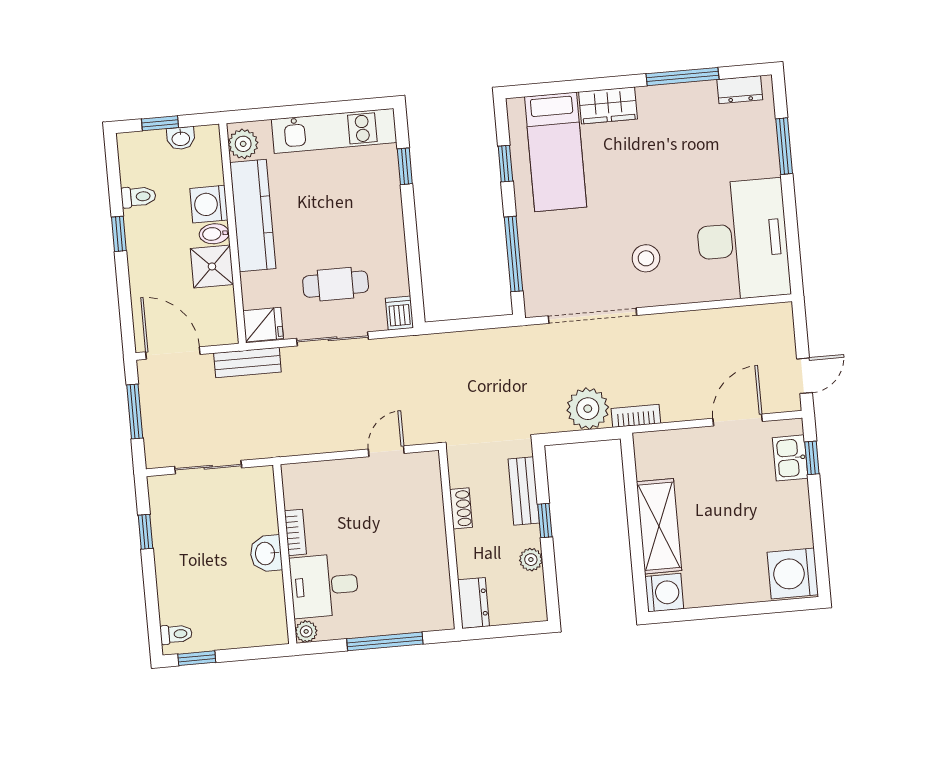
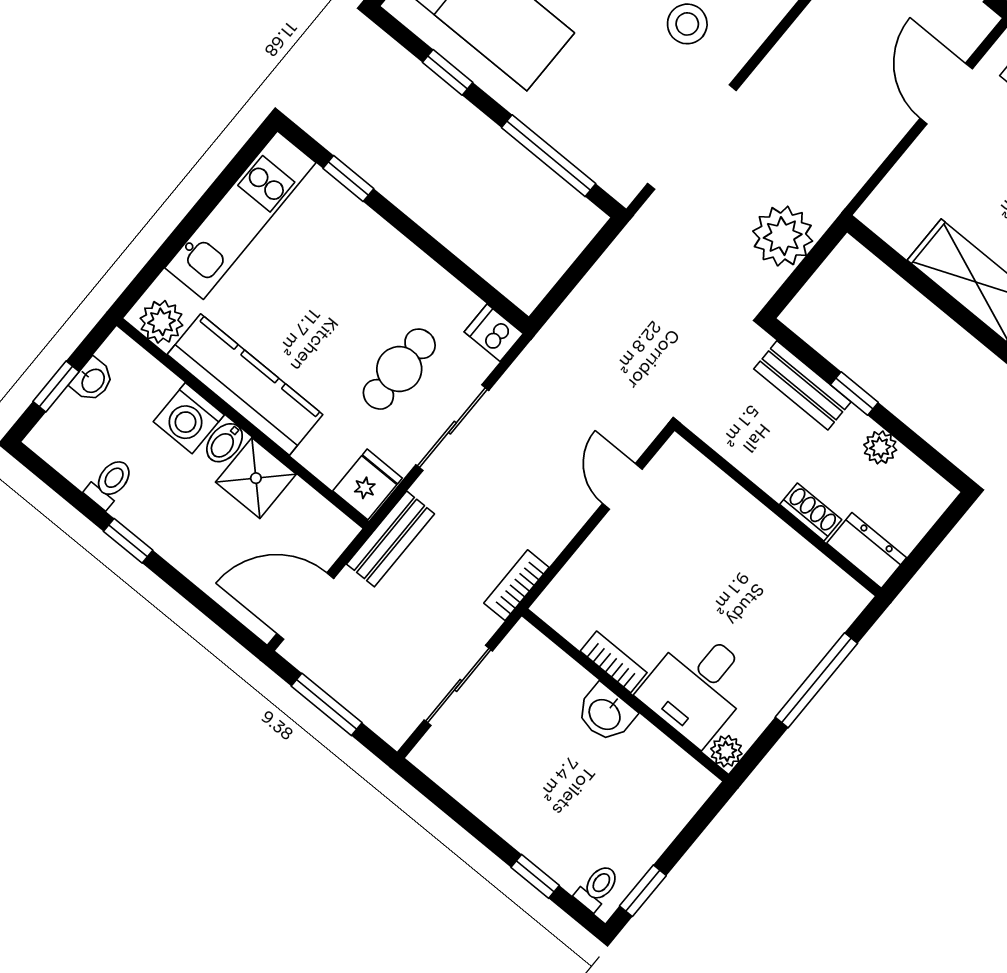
bookcase: (636, 416) -> (516, 585), moved
shoe rack: (461, 508) -> (811, 512), moved
window: (145, 532) -> (535, 876), moved

